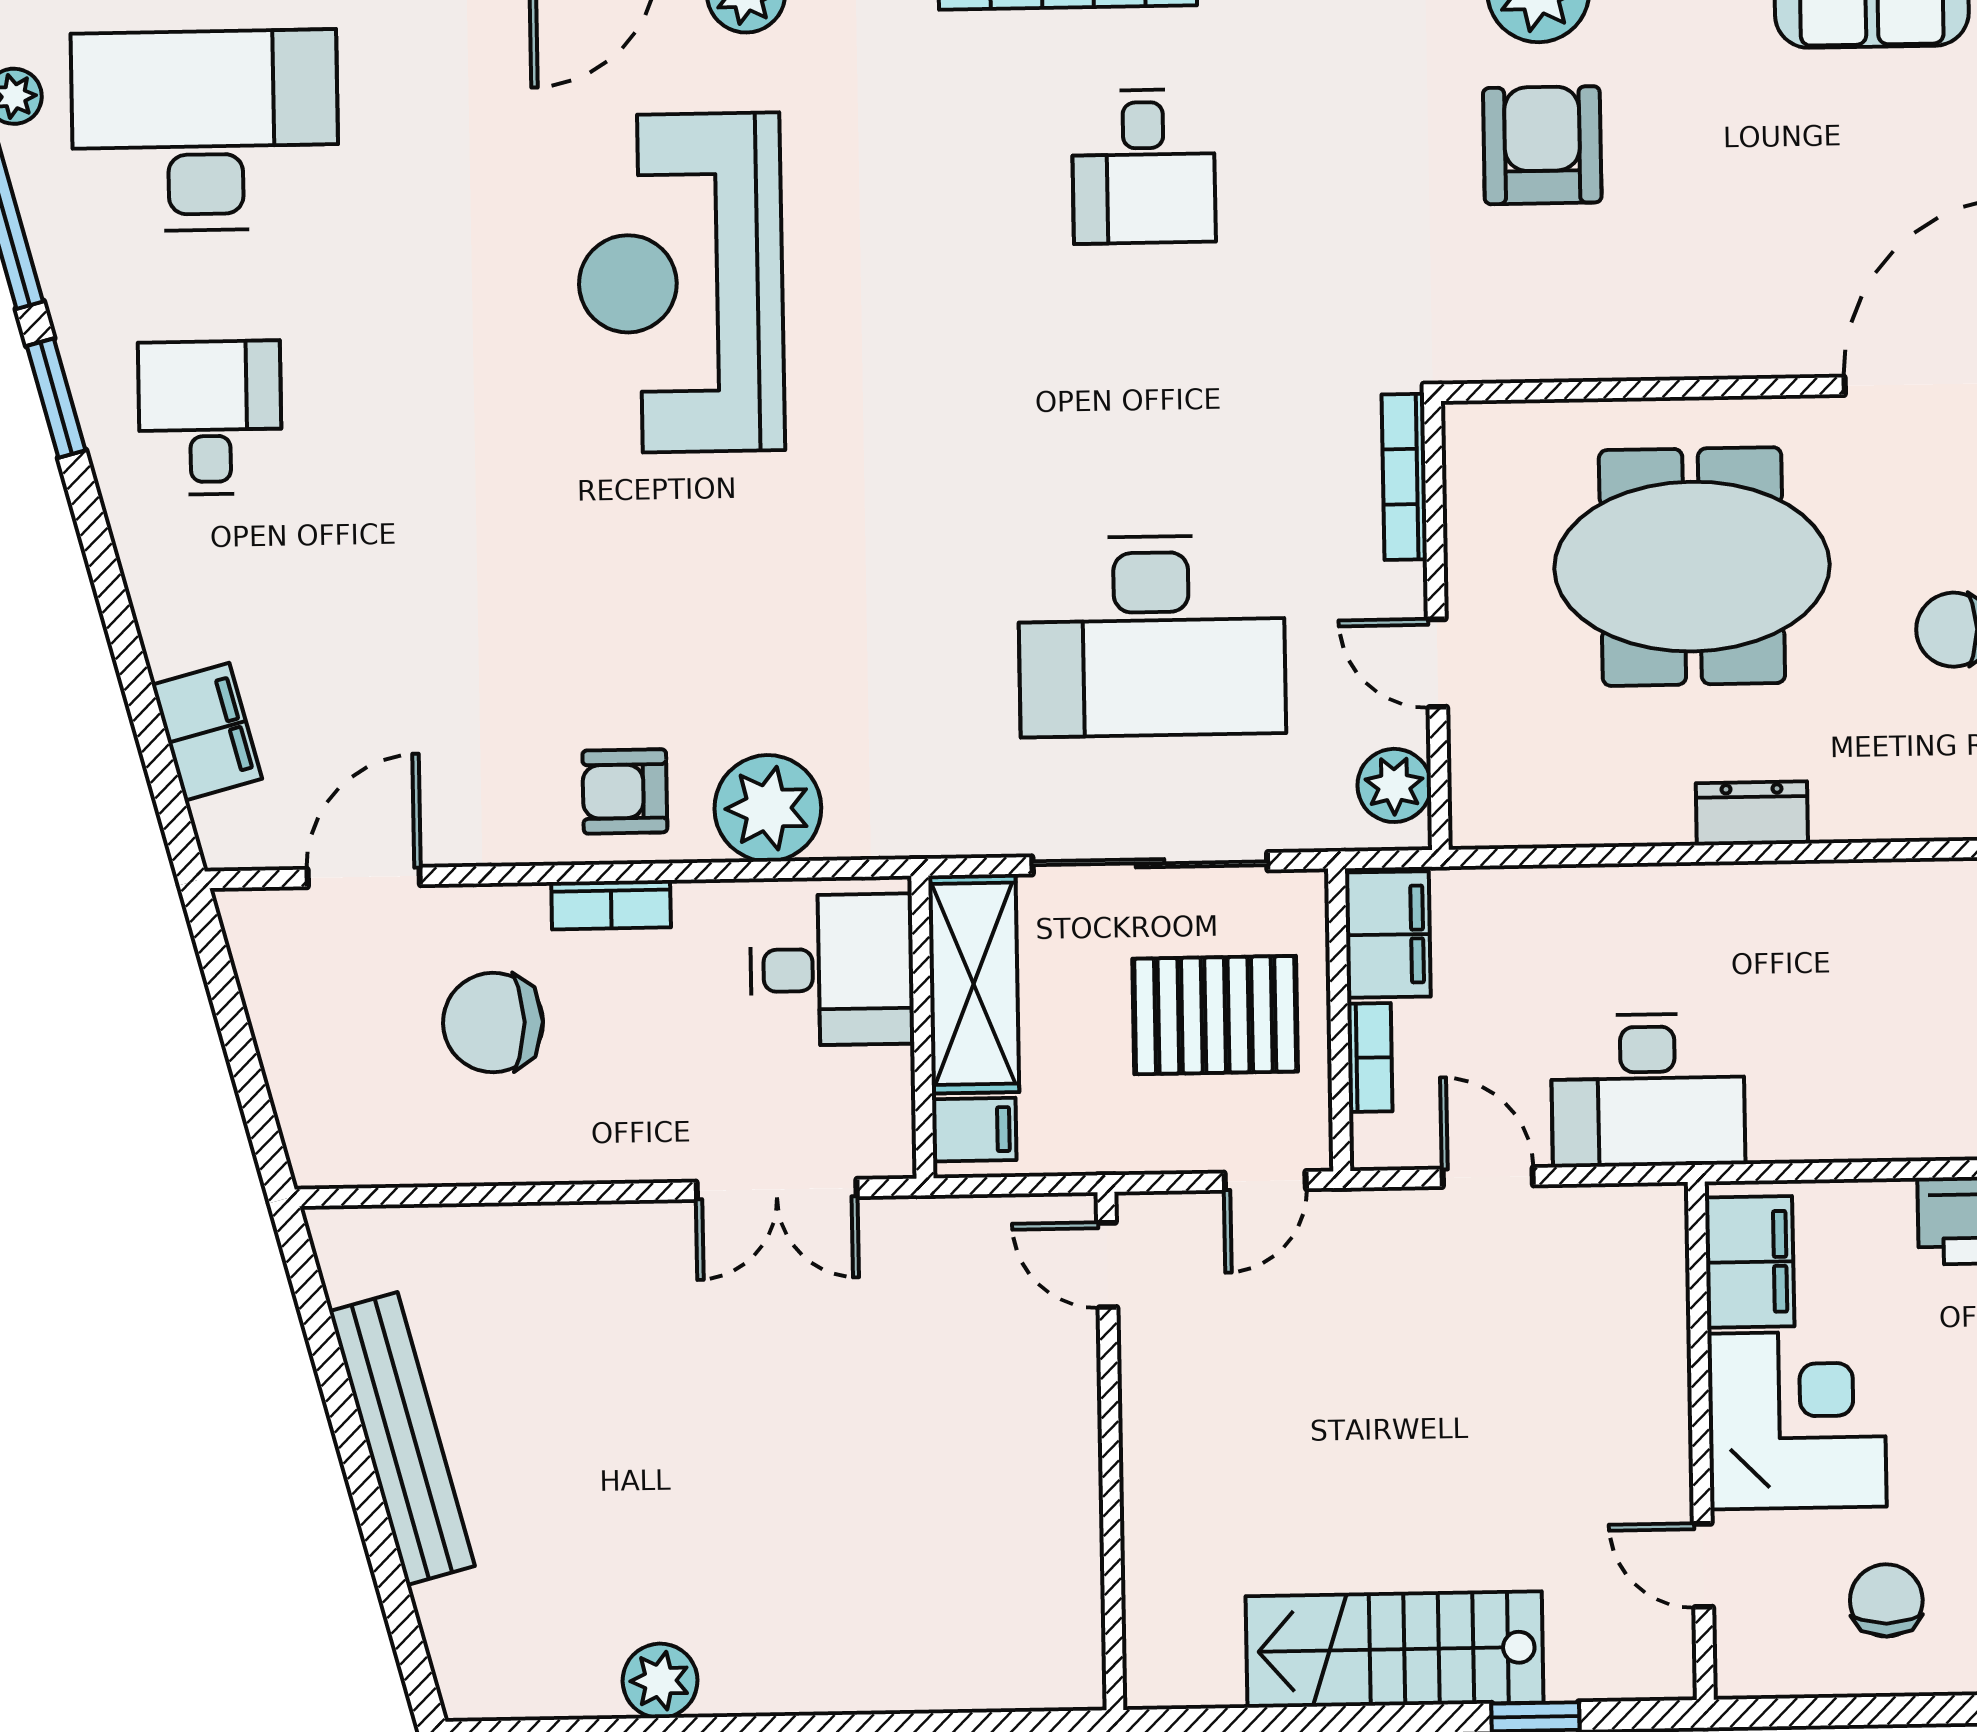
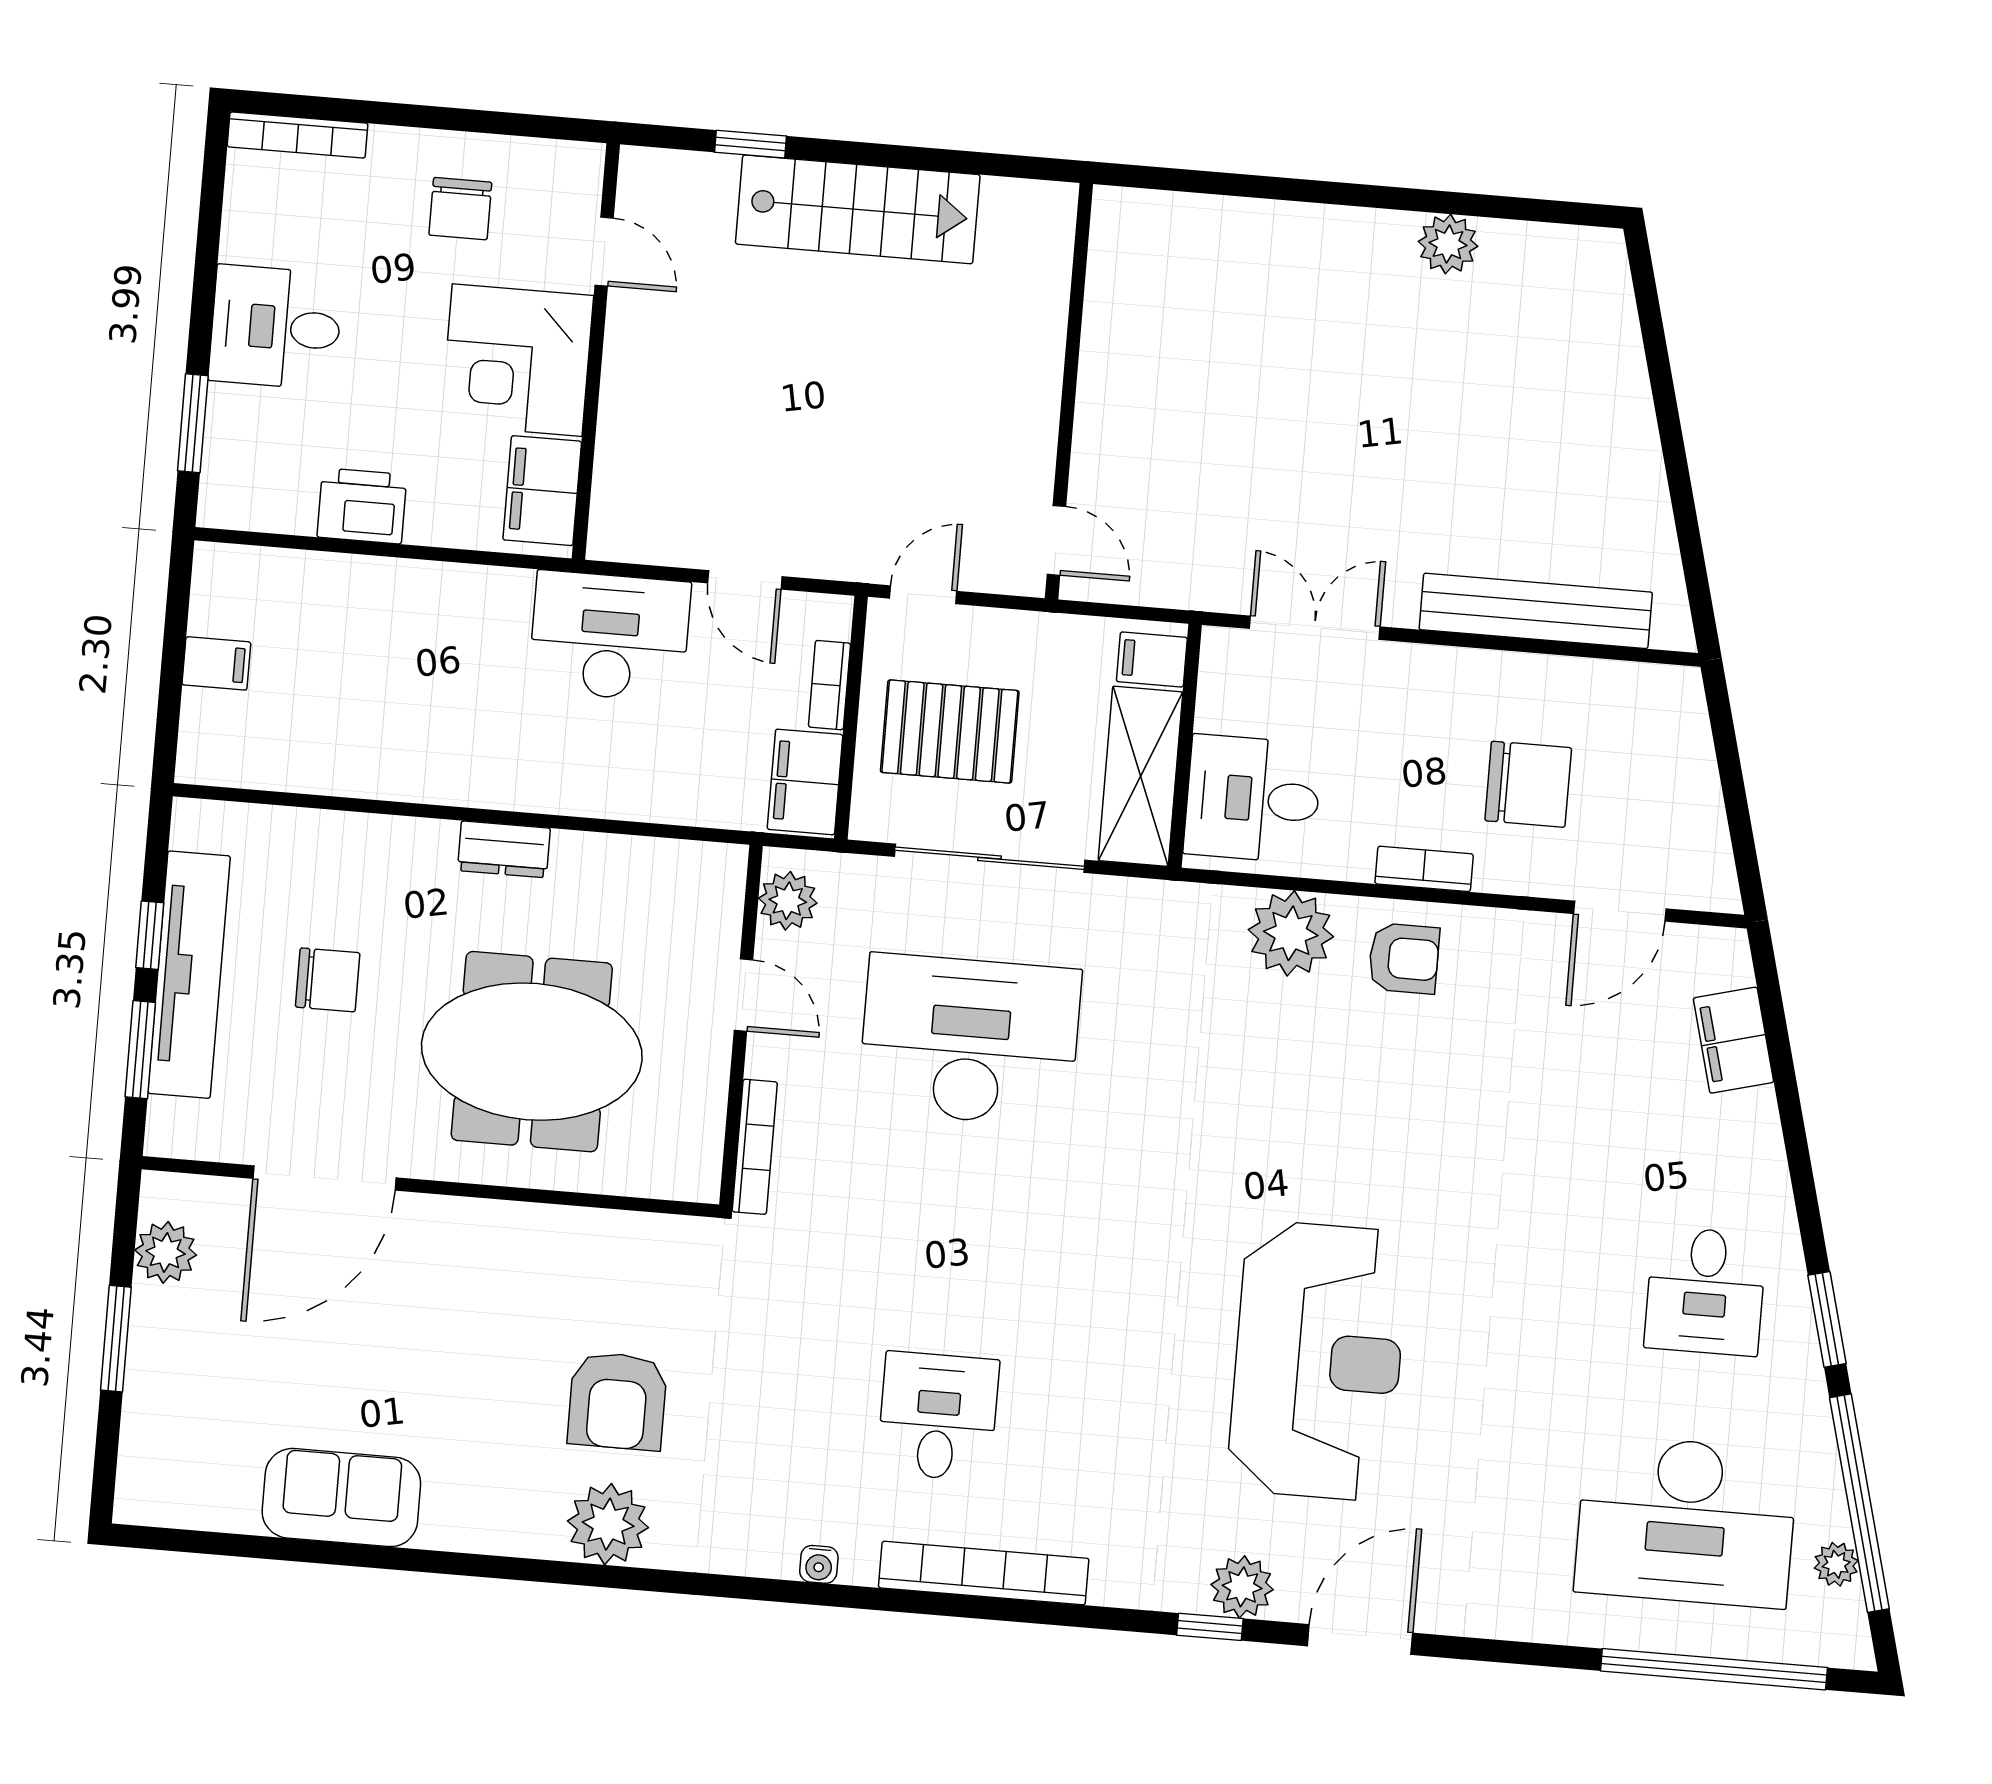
bench: (402, 1439) -> (1536, 611), moved, turned -75

